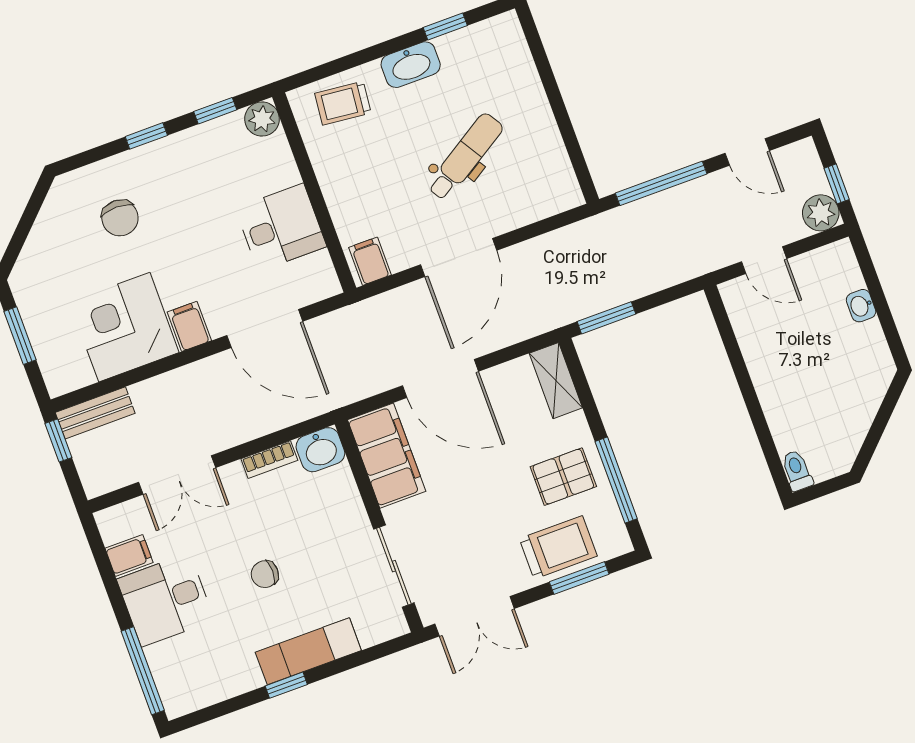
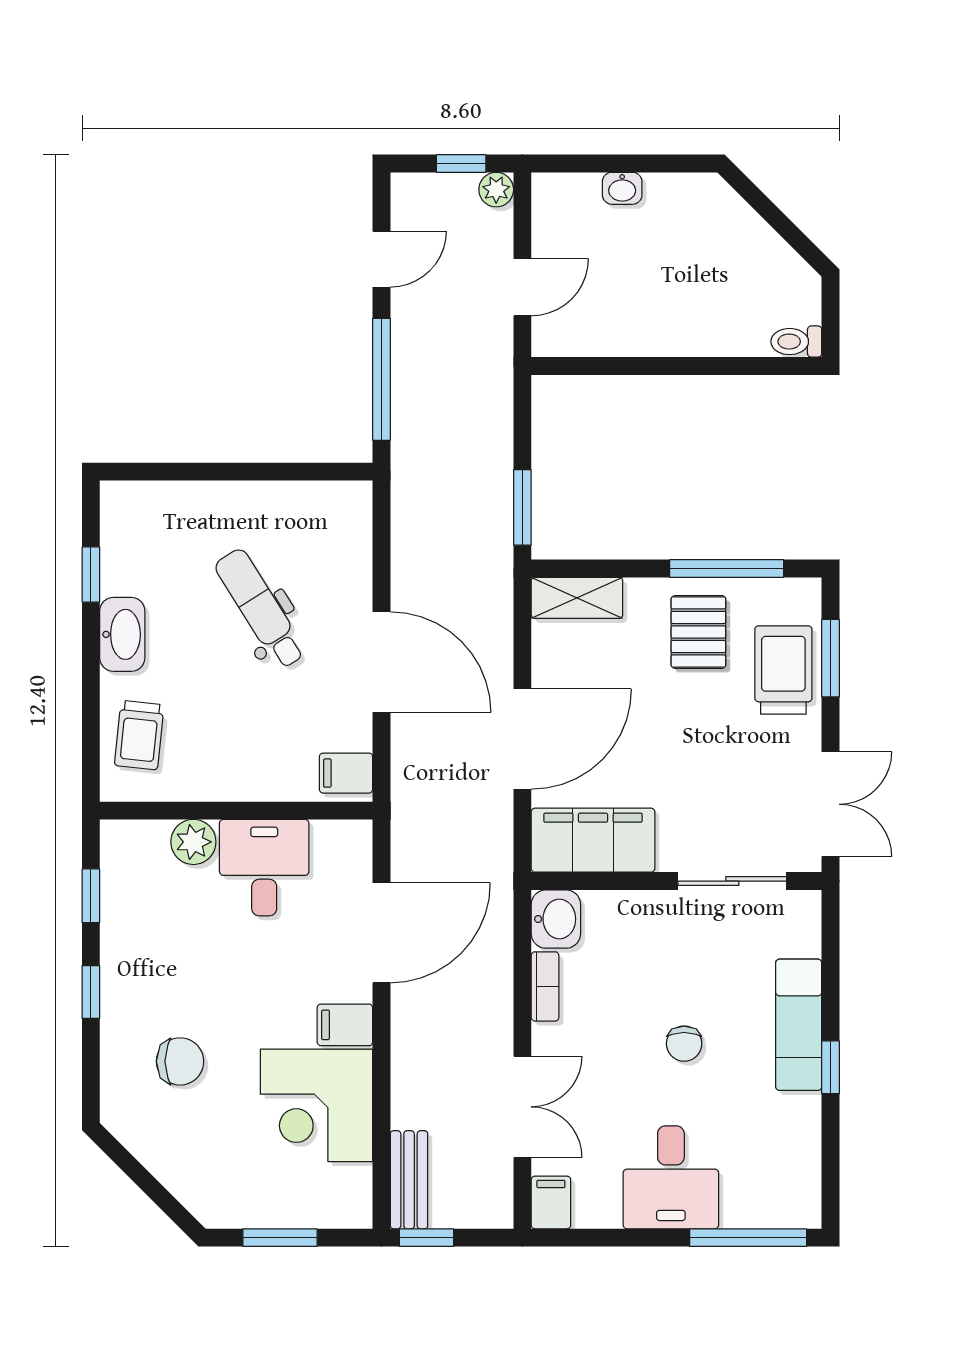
plant: (262, 119) -> (193, 842), moved
plant: (821, 213) -> (496, 190), width x0.73, depth x0.73
filing cabinet: (129, 555) -> (551, 1202), moved

